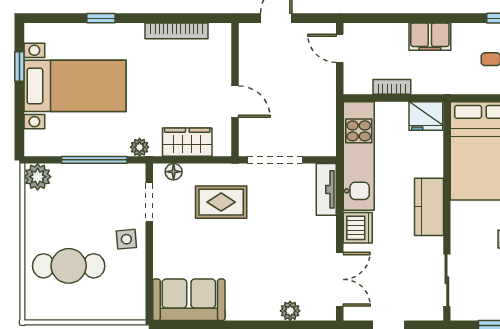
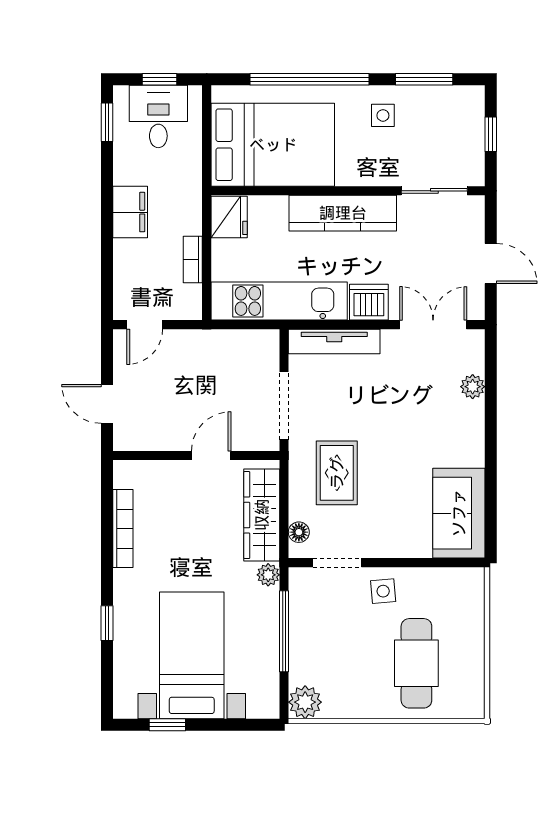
wardrobe: (187, 142) -> (262, 515), width x1.50
tv unit: (326, 189) -> (334, 341), width x1.41
kitchen counter: (429, 207) -> (343, 213), width x1.50

